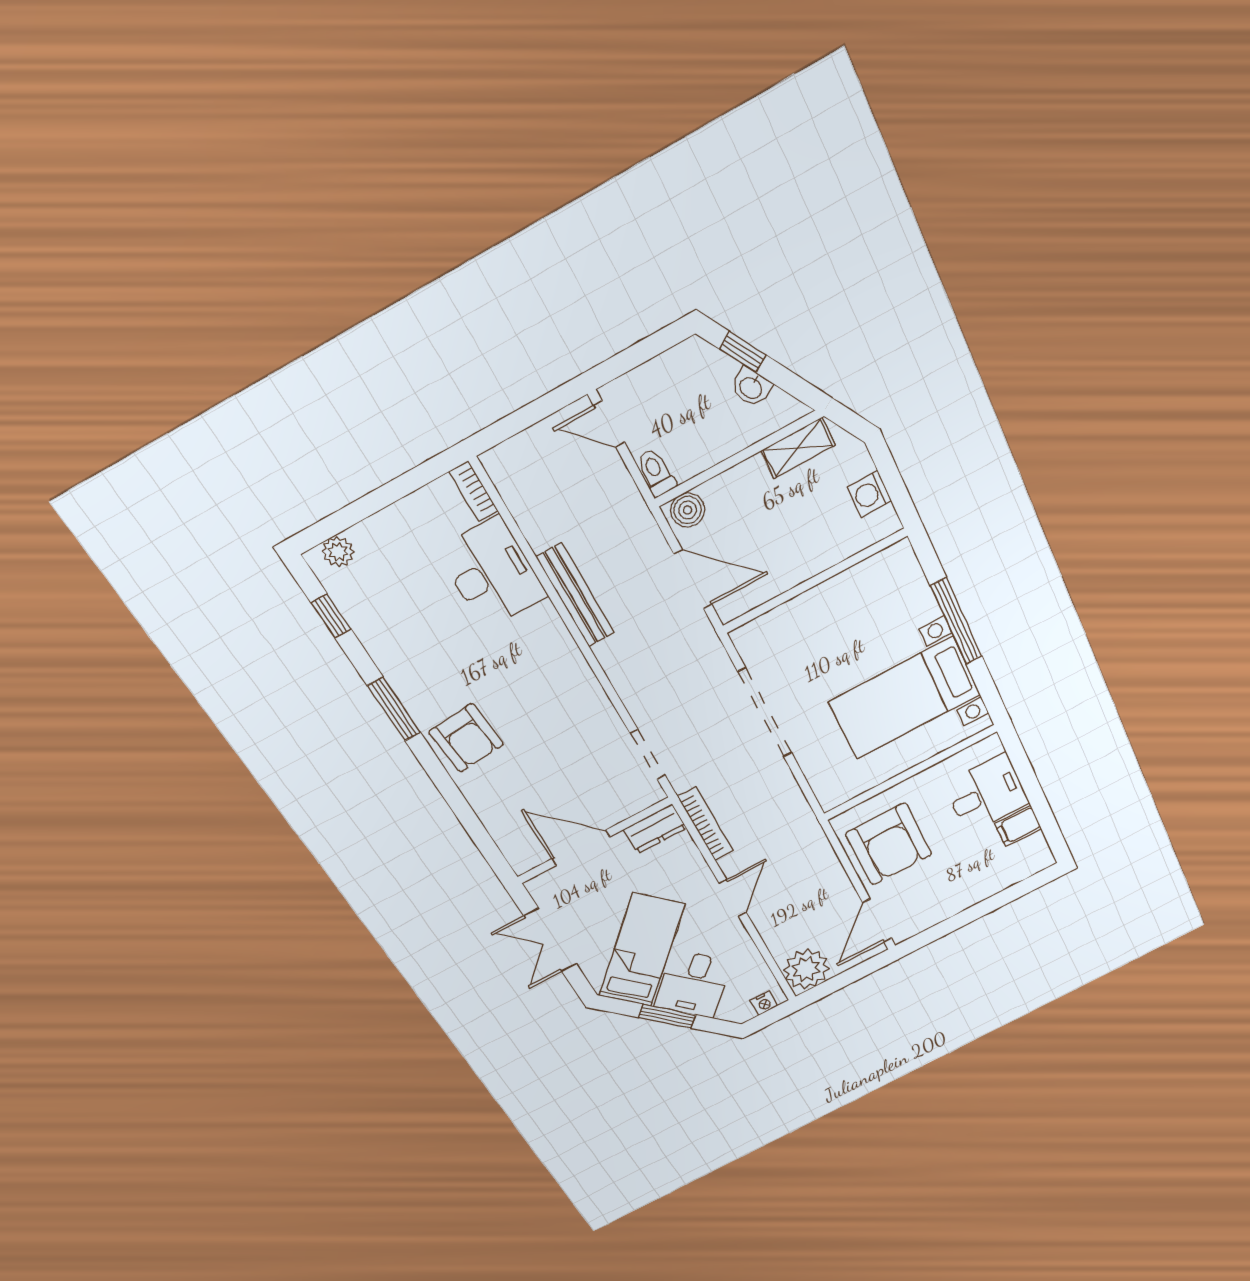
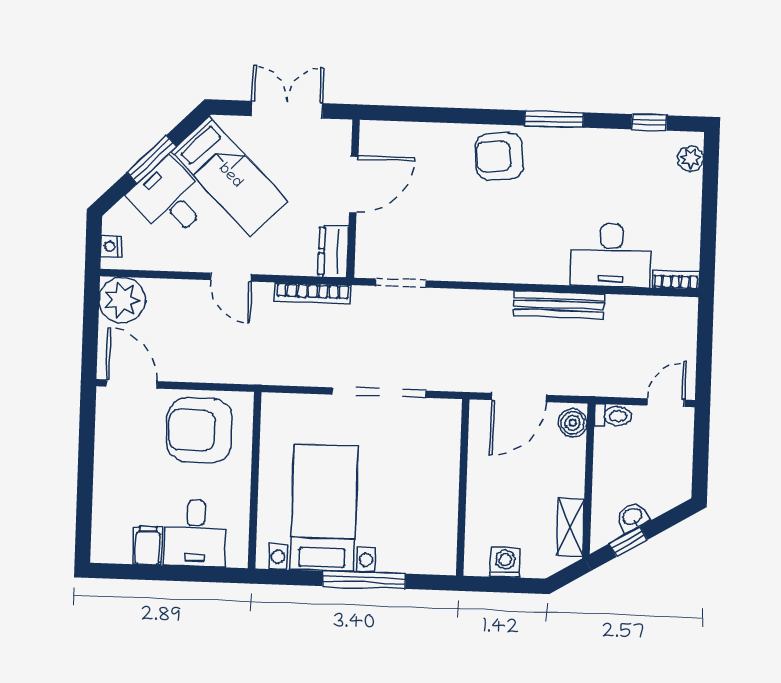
window: (743, 352) -> (628, 542), moved

